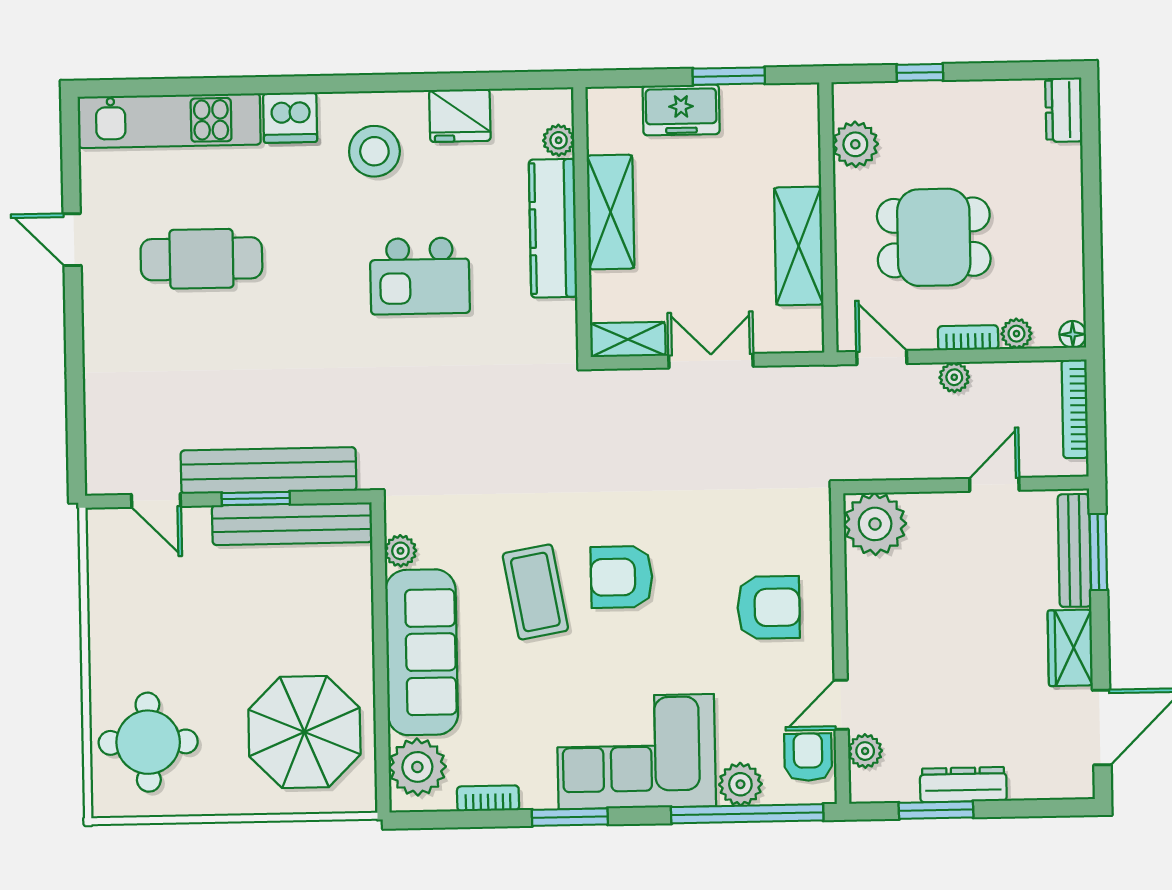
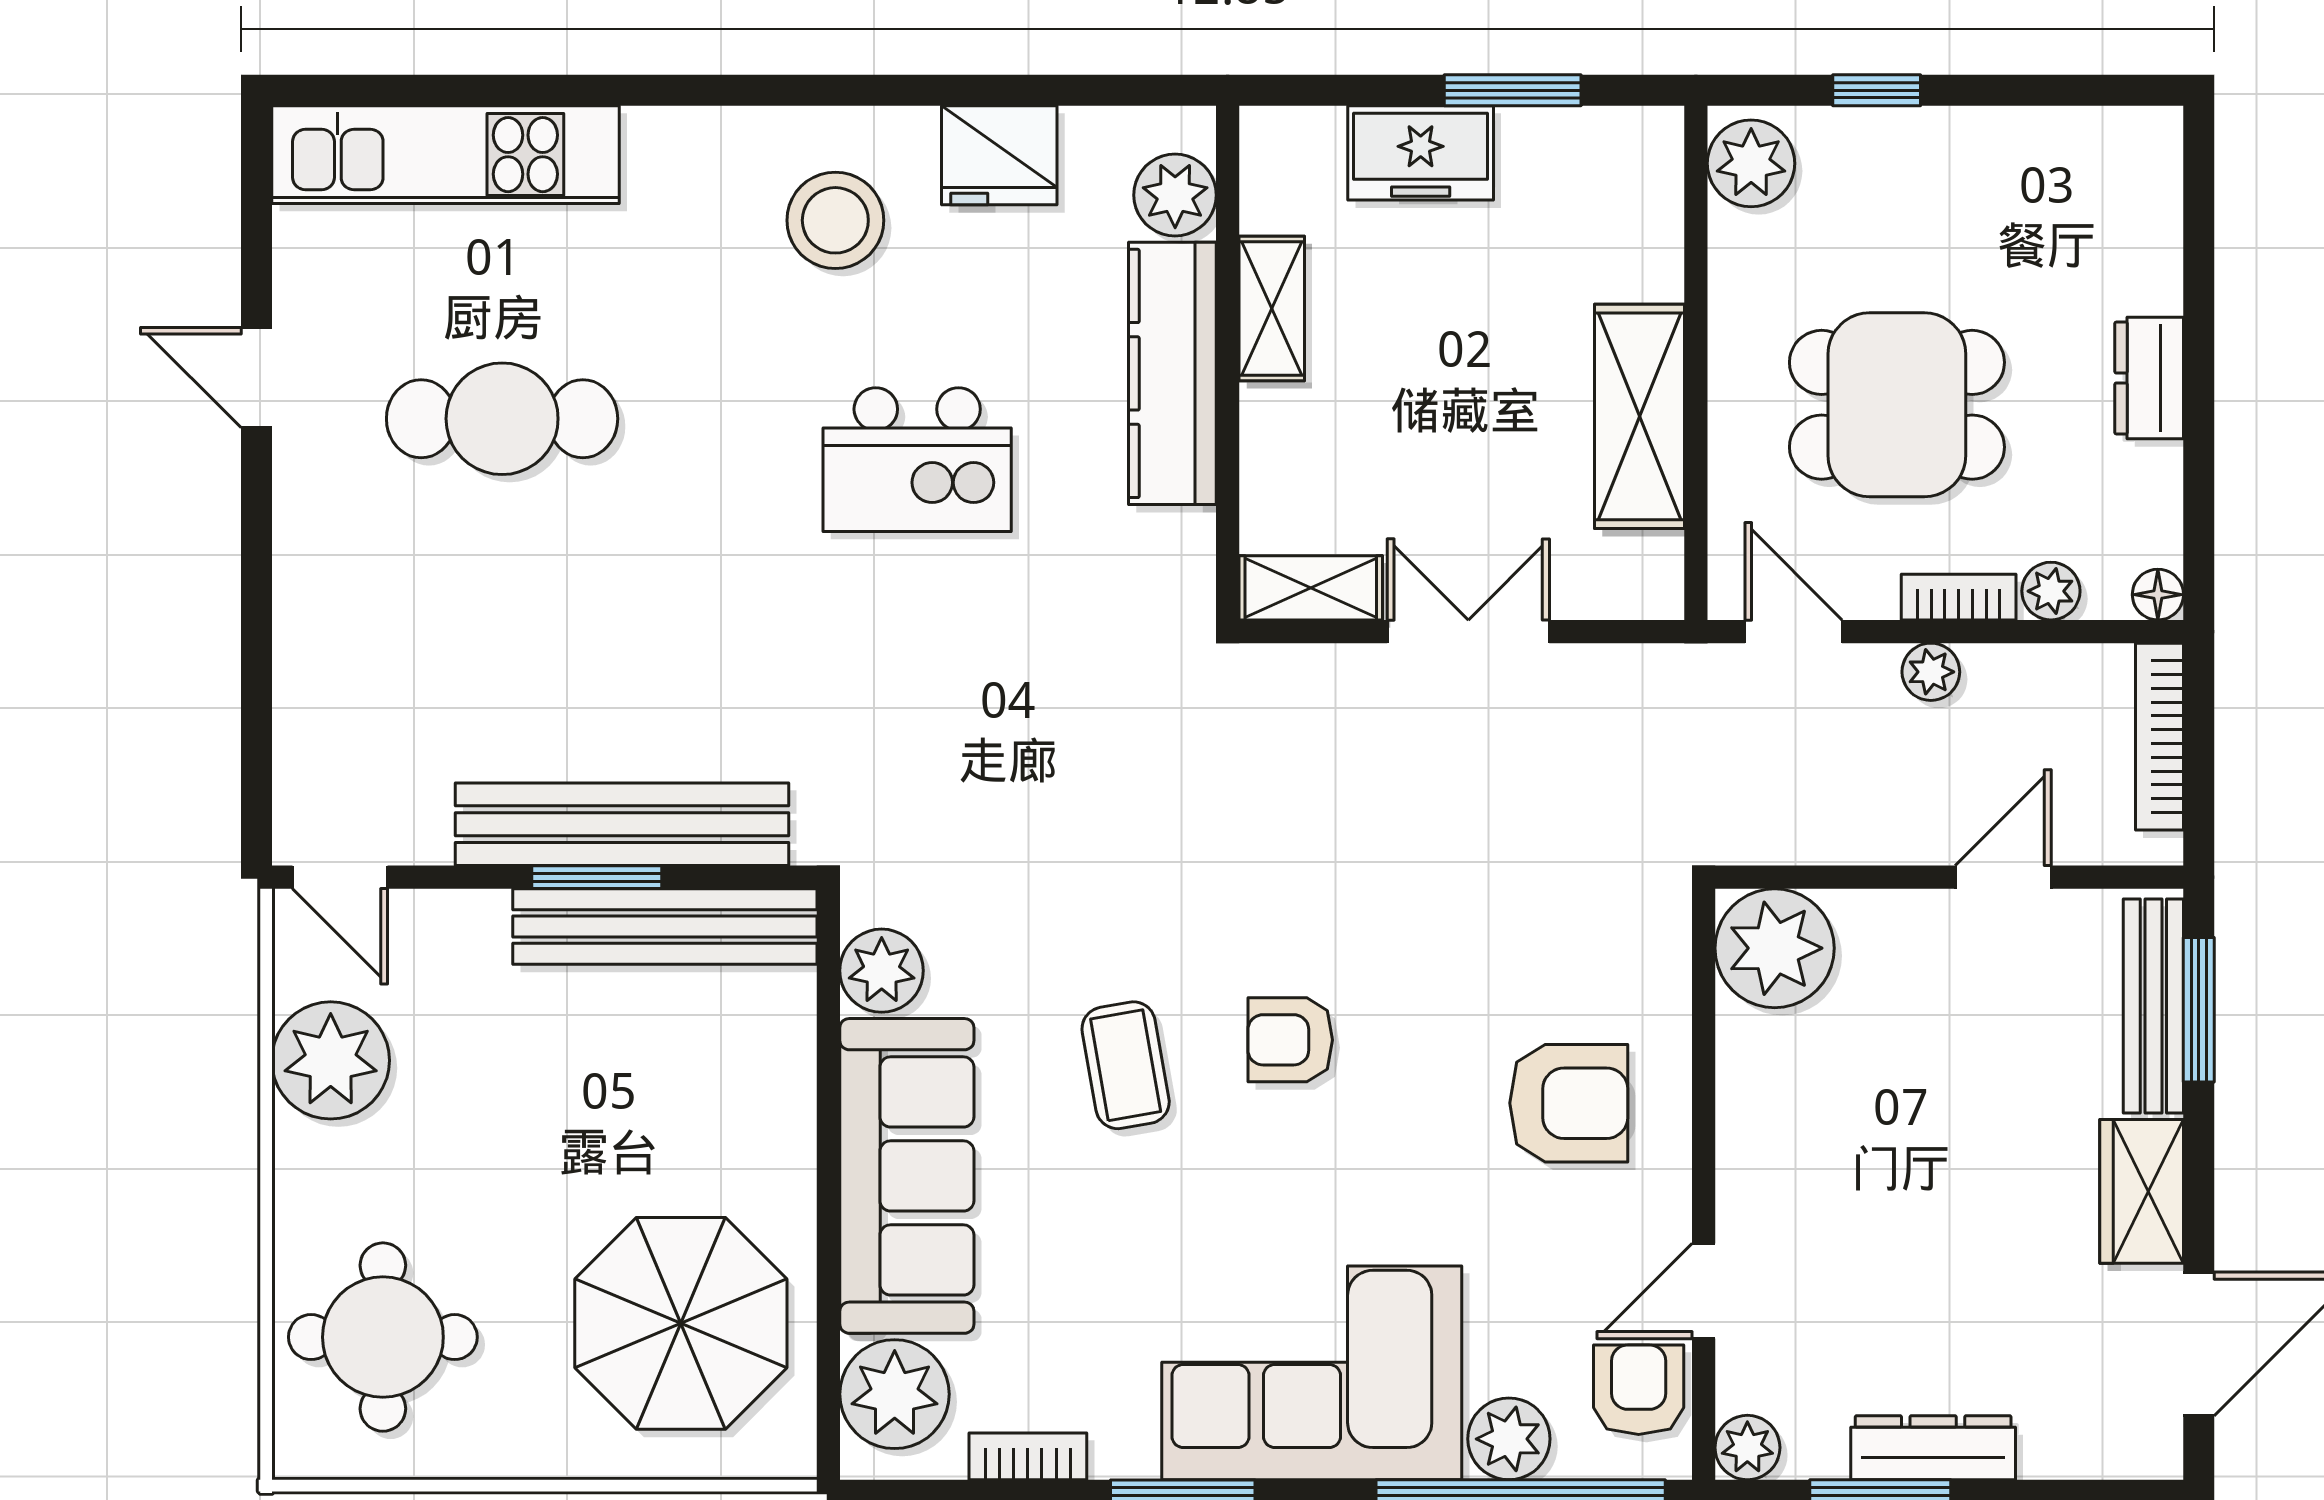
dresser: (1064, 110) -> (2149, 378), moved
dishwasher: (290, 118) -> (676, 153), removed
plant: (559, 140) -> (1175, 195), width x1.38, depth x1.38
plant: (855, 144) -> (1751, 163), moved
shelving: (611, 212) -> (1272, 308), width x0.67, depth x0.75
door: (156, 500) -> (340, 877), moved
plant: (400, 551) -> (882, 971), width x1.38, depth x1.38
armchair: (622, 577) -> (1290, 1040), width x0.72, depth x0.72
coffee table: (535, 592) -> (1126, 1065), width x0.73, depth x0.77
plant: (118, 597) -> (331, 1060), added
plant: (865, 751) -> (1747, 1448), moved

